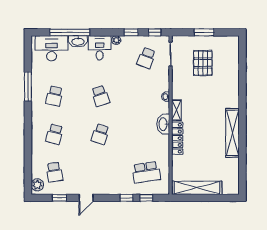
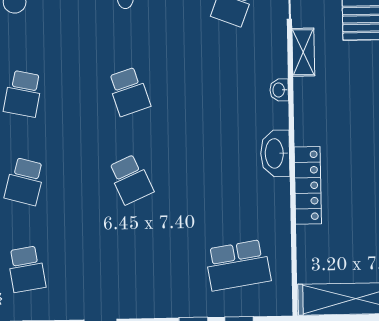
shelving: (176, 110) -> (303, 52), moved
school desk: (100, 134) -> (130, 179), turned -42

